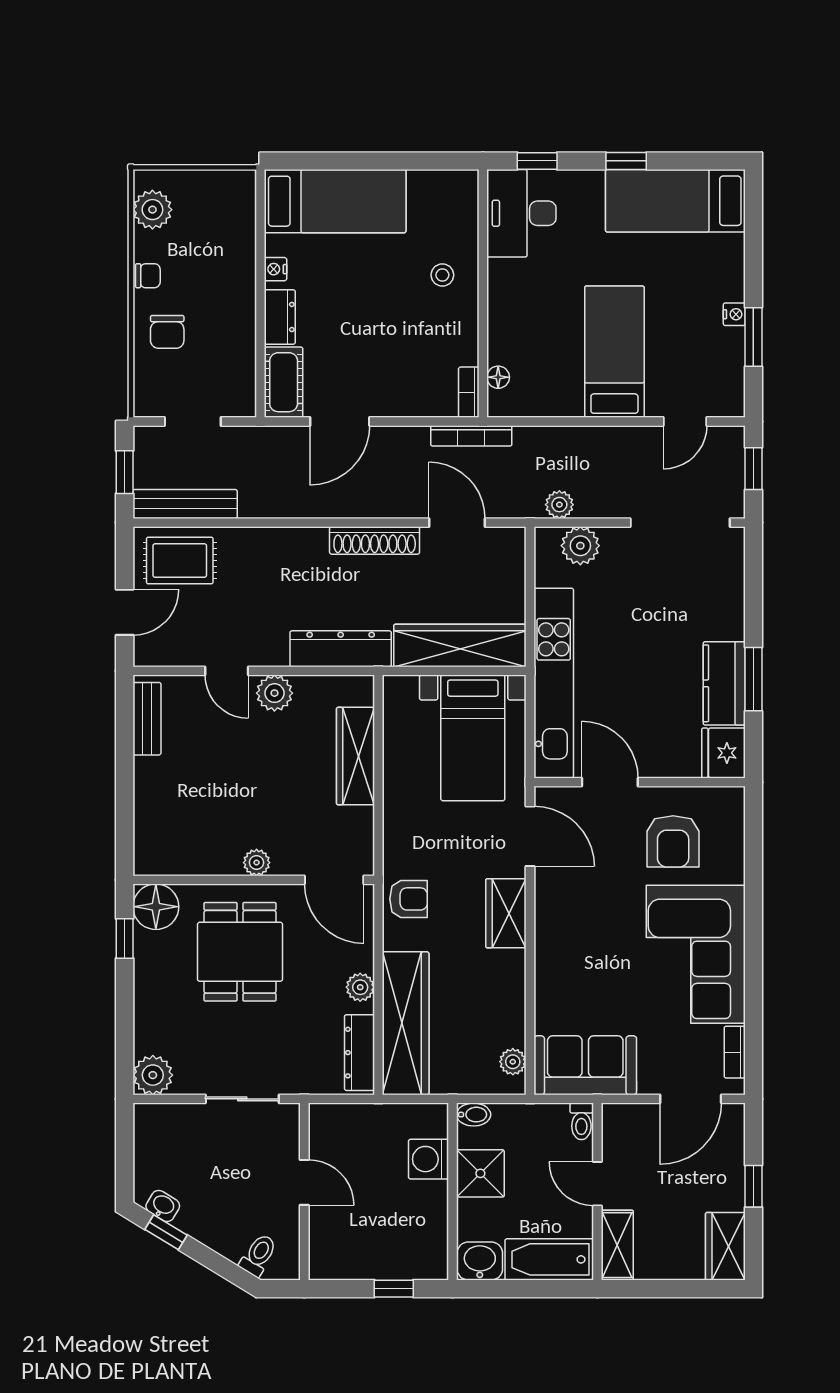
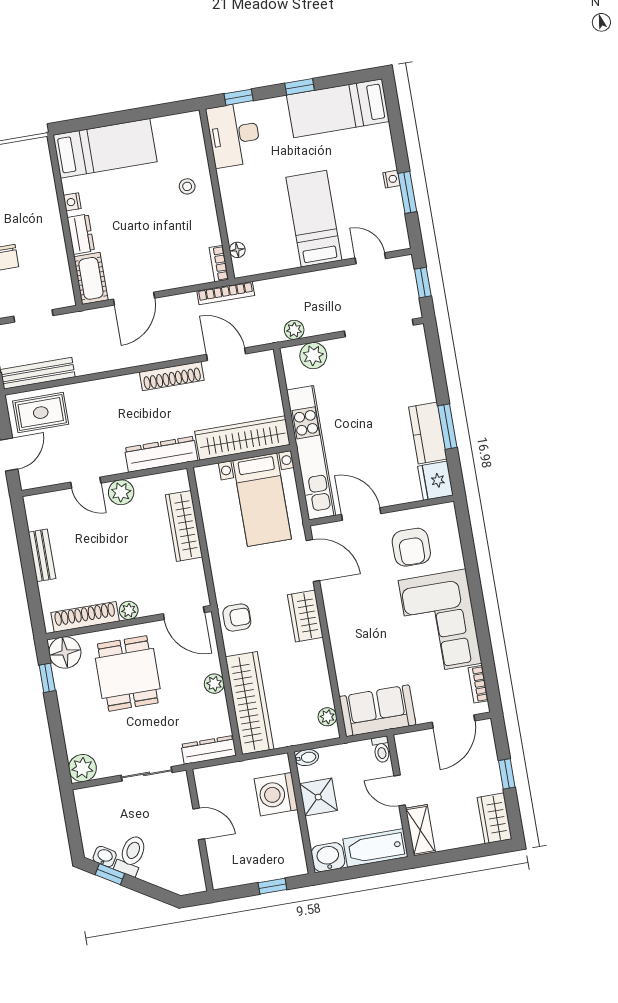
door: (685, 421) -> (370, 258), swing flipped
bench: (147, 719) -> (42, 555), moved
shoe rack: (193, 861) -> (85, 617), added
dresser: (359, 1053) -> (209, 750), moved, turned 90
washing machine: (429, 1159) -> (276, 794), width x1.37, depth x1.37
toilet: (258, 1255) -> (131, 855), moved, width x1.37, depth x1.39

